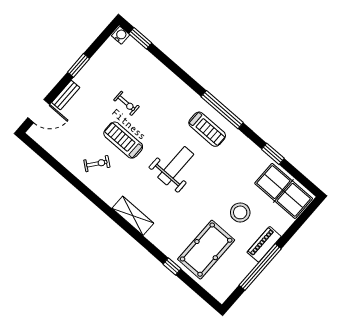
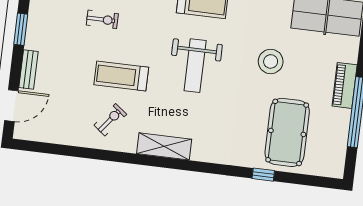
exercise bike: (126, 103) -> (102, 19), moved
weight bench: (176, 166) -> (195, 66), turned 180
stool: (240, 212) -> (271, 61), moved
shelving: (133, 216) -> (164, 146), moved

